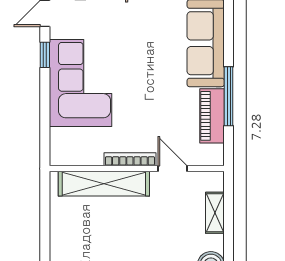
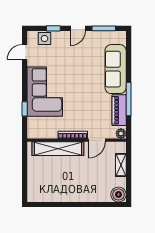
window: (45, 55) -> (25, 109), moved
plant: (215, 157) -> (121, 133), added
door: (173, 169) -> (97, 140), swing flipped

